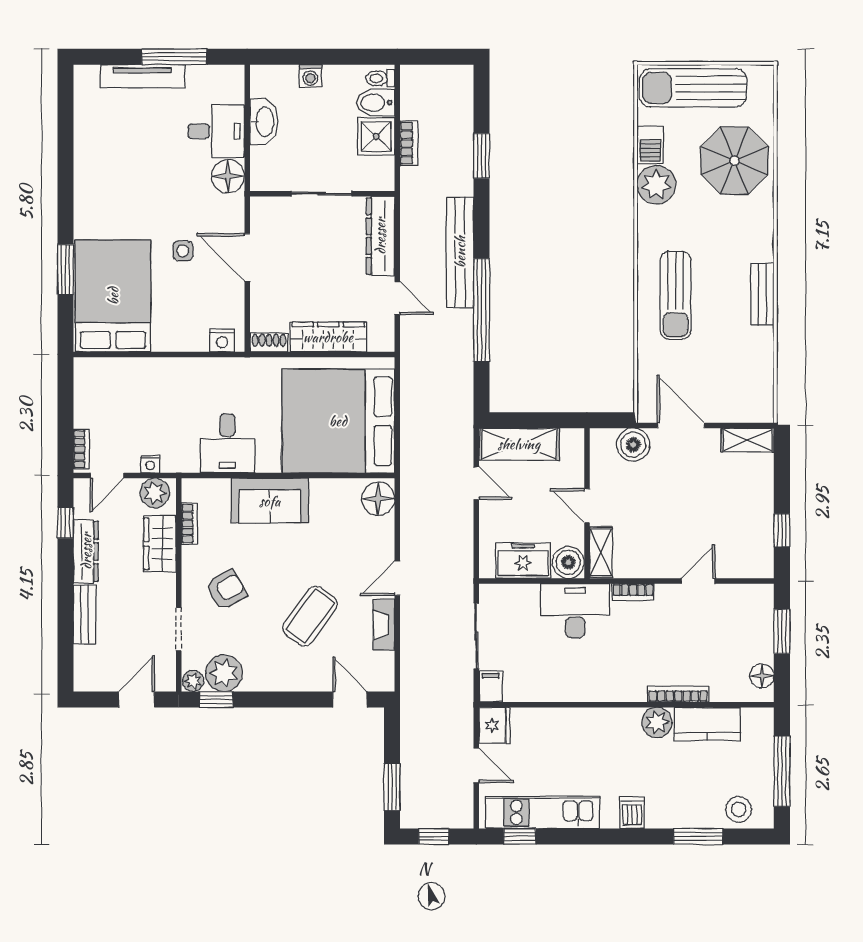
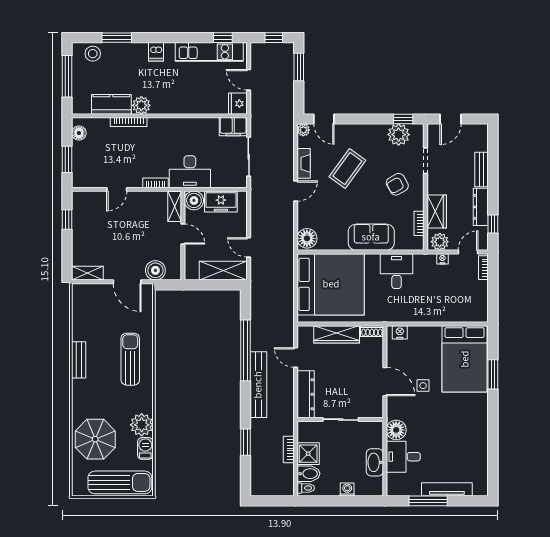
plant: (193, 681) -> (303, 130), moved
filing cabinet: (491, 686) -> (233, 127), width x2.00

